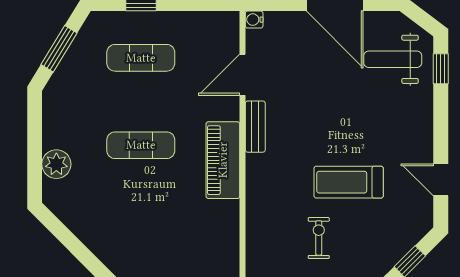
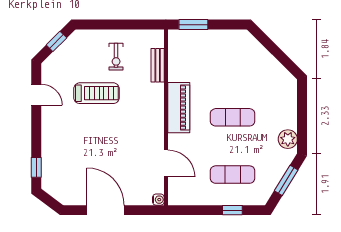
weight bench: (393, 59) -> (68, 174), removed
door: (243, 75) -> (166, 163), hinge flipped
bench: (255, 127) -> (158, 65), moved
plant: (56, 164) -> (288, 139), moved

